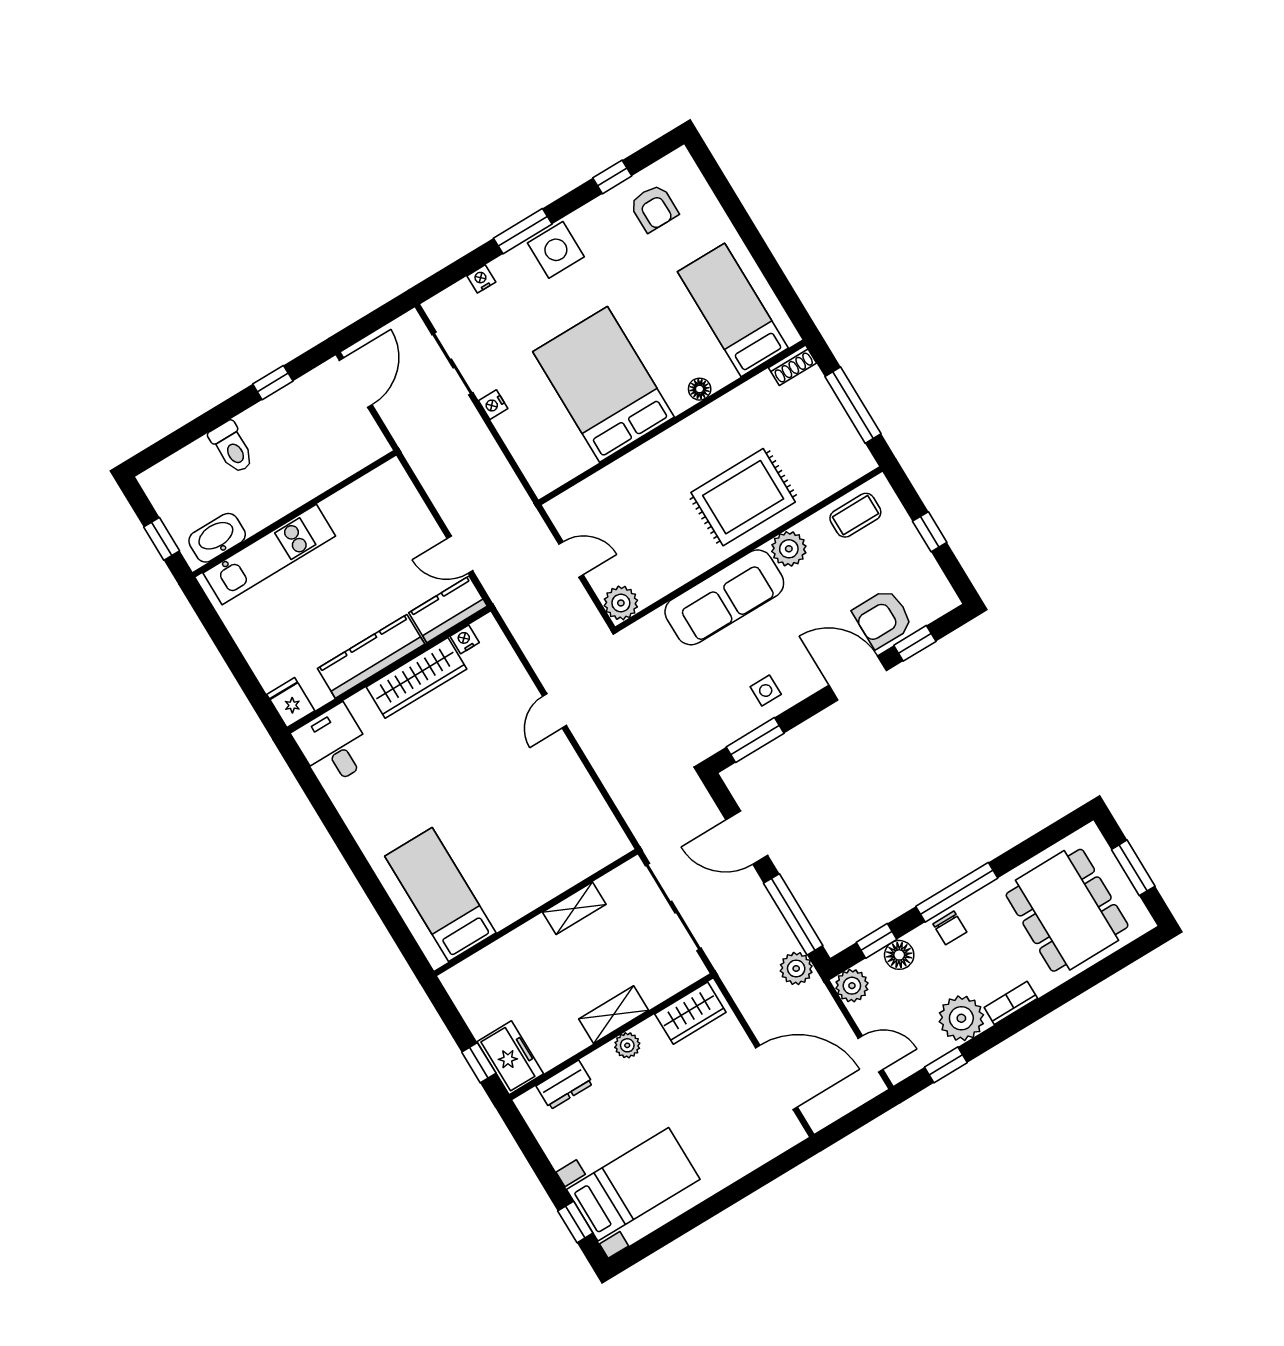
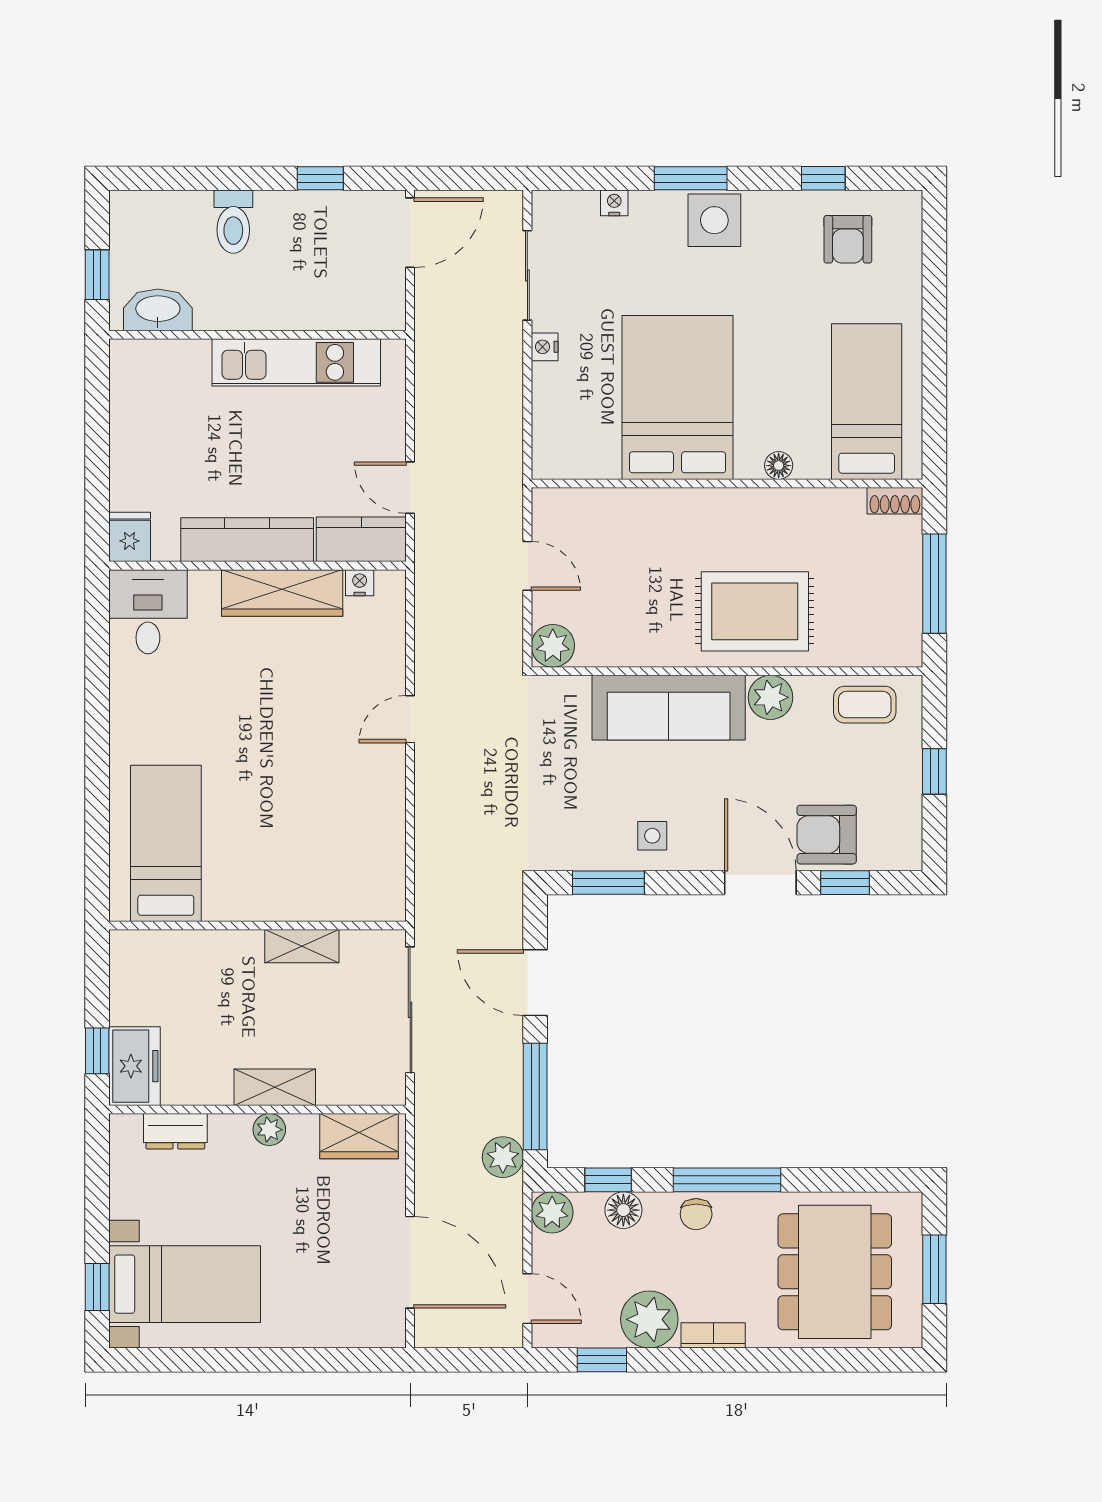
kitchen unit: (269, 555) -> (296, 362), moved

